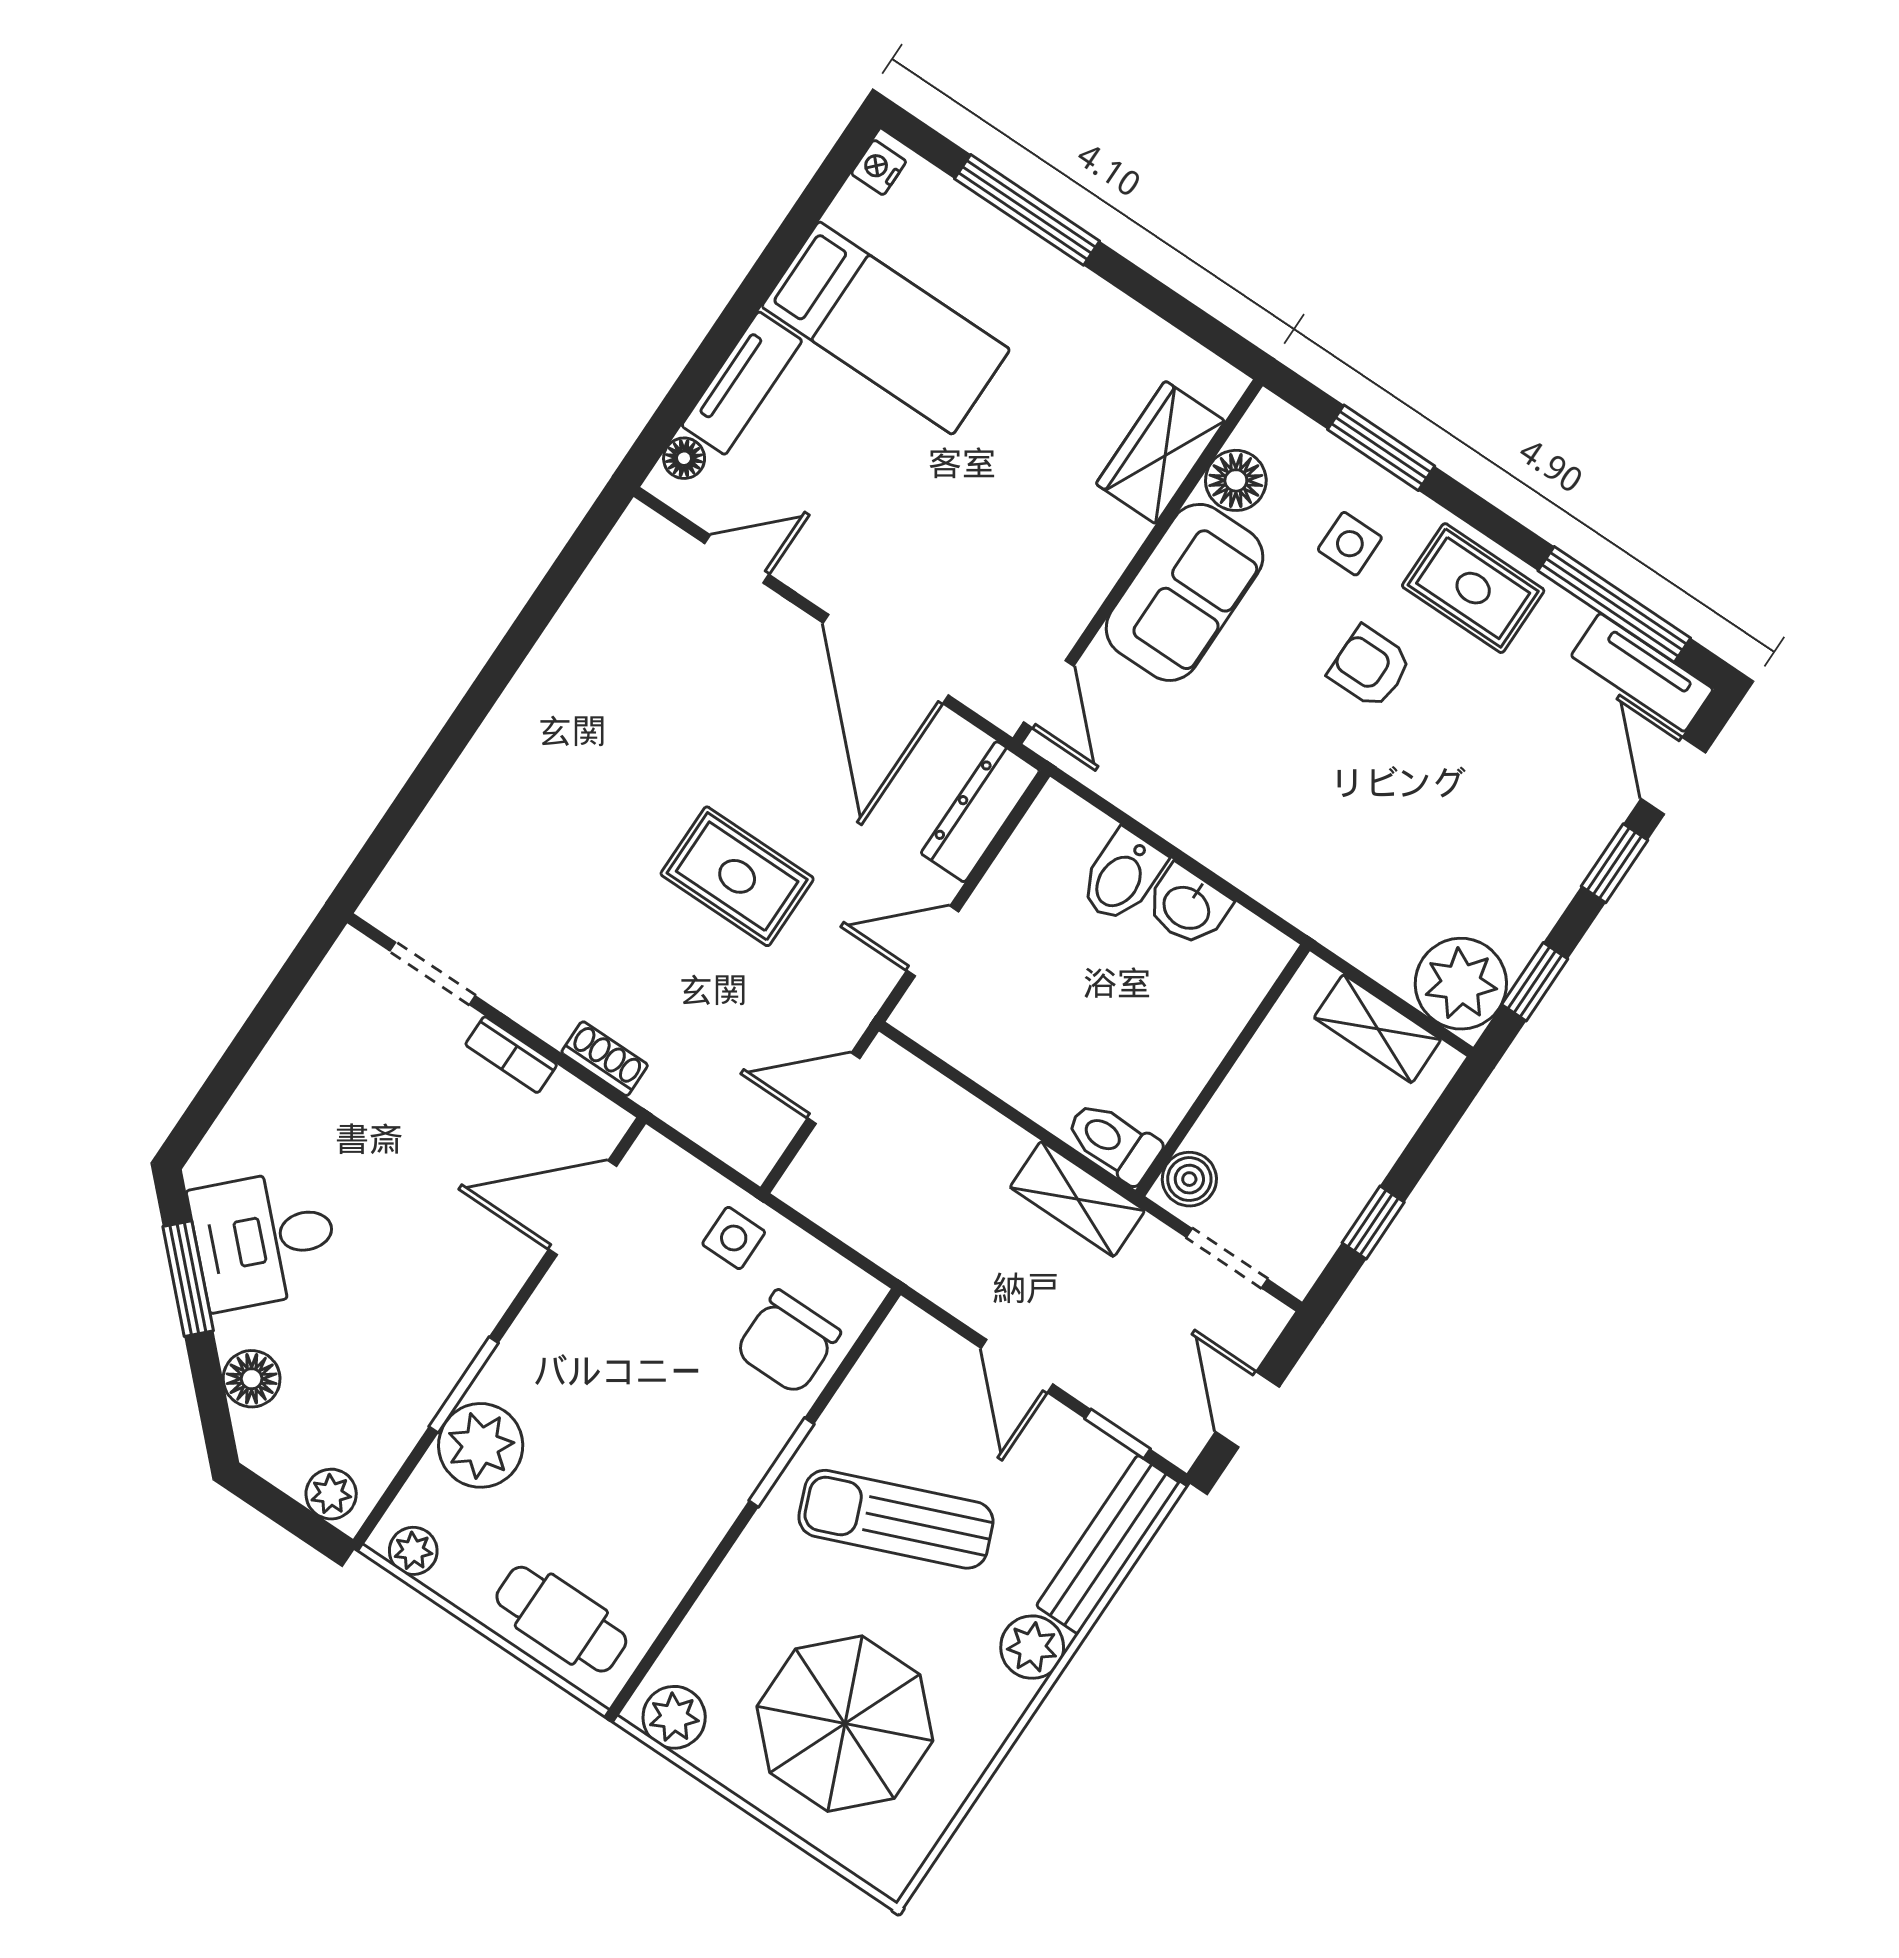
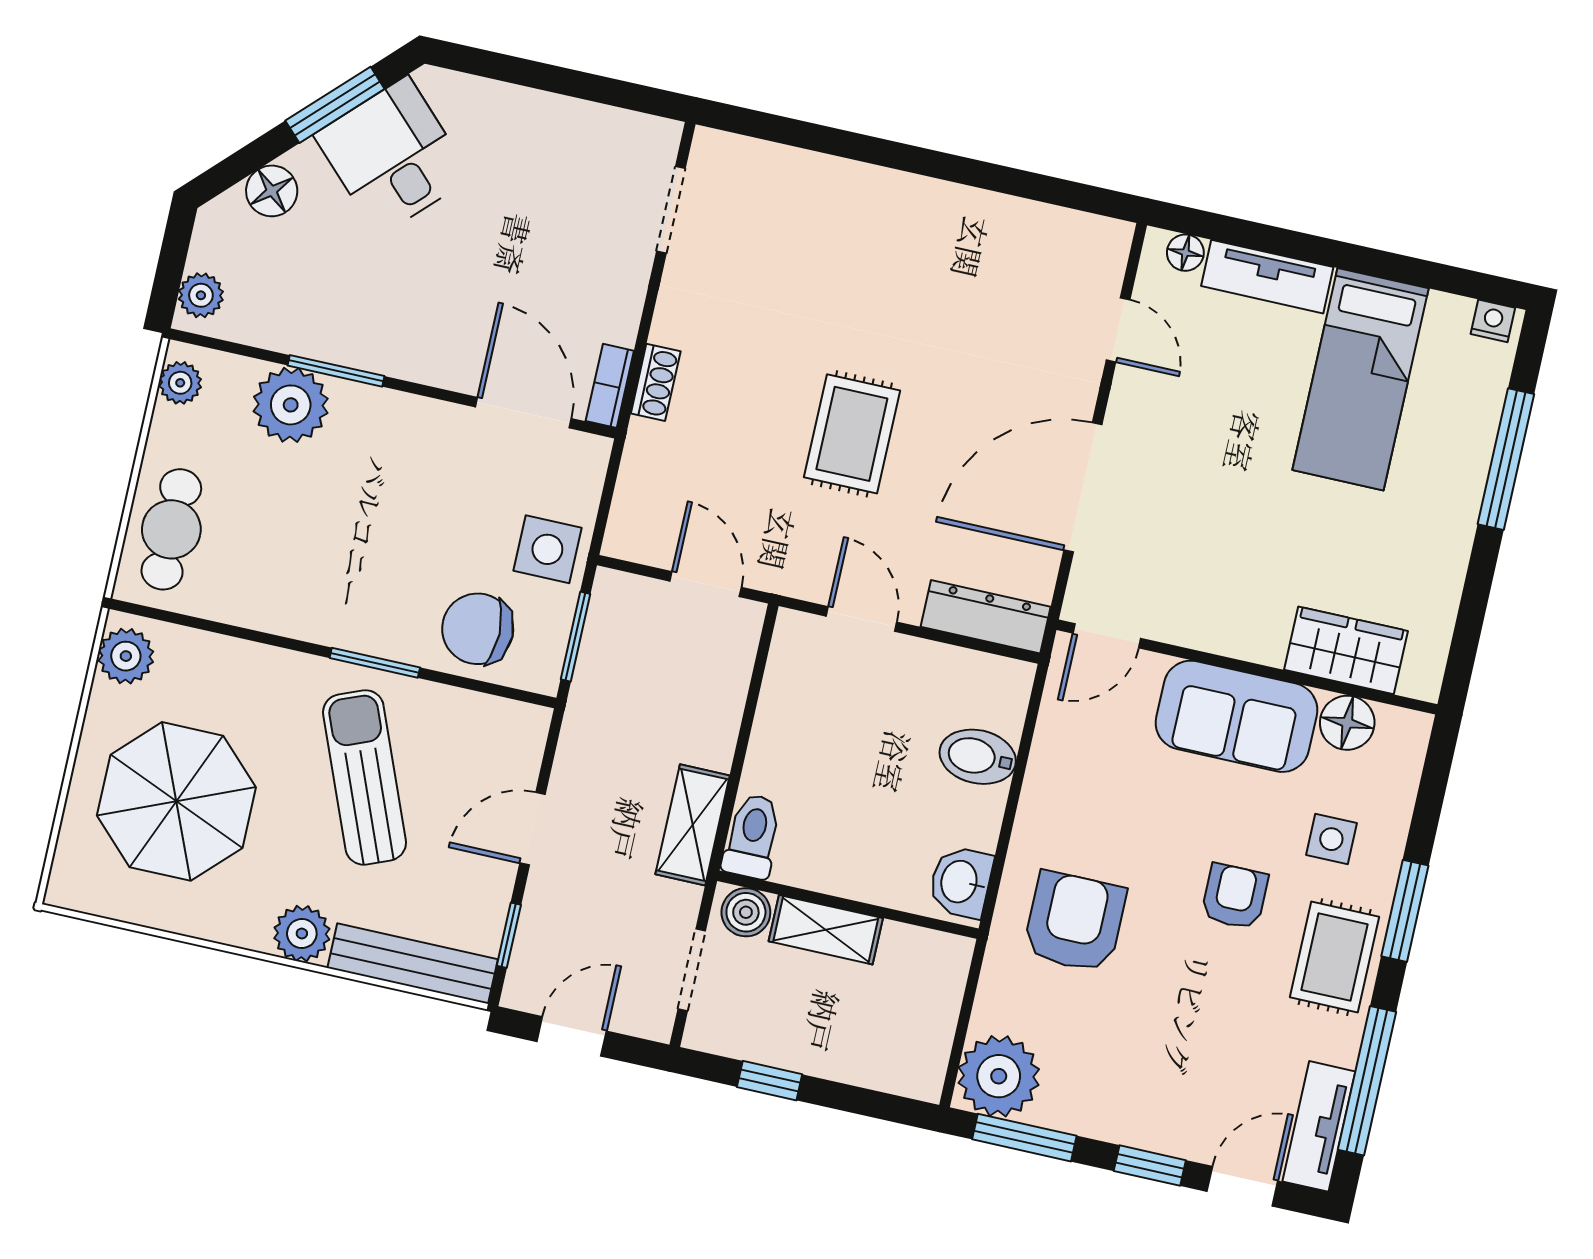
window: (1381, 448) -> (1405, 911), moved
armchair: (1332, 843) -> (1075, 922), added
washbasin: (1187, 906) -> (961, 882), moved
window: (1535, 982) -> (1024, 1138), width x1.50
shelving: (1377, 1029) -> (826, 930), moved, turned 90
bookcase: (511, 1055) -> (610, 386), moved
side table: (734, 1238) -> (547, 549), width x1.37, depth x1.37
window: (835, 1244) -> (576, 637), added

